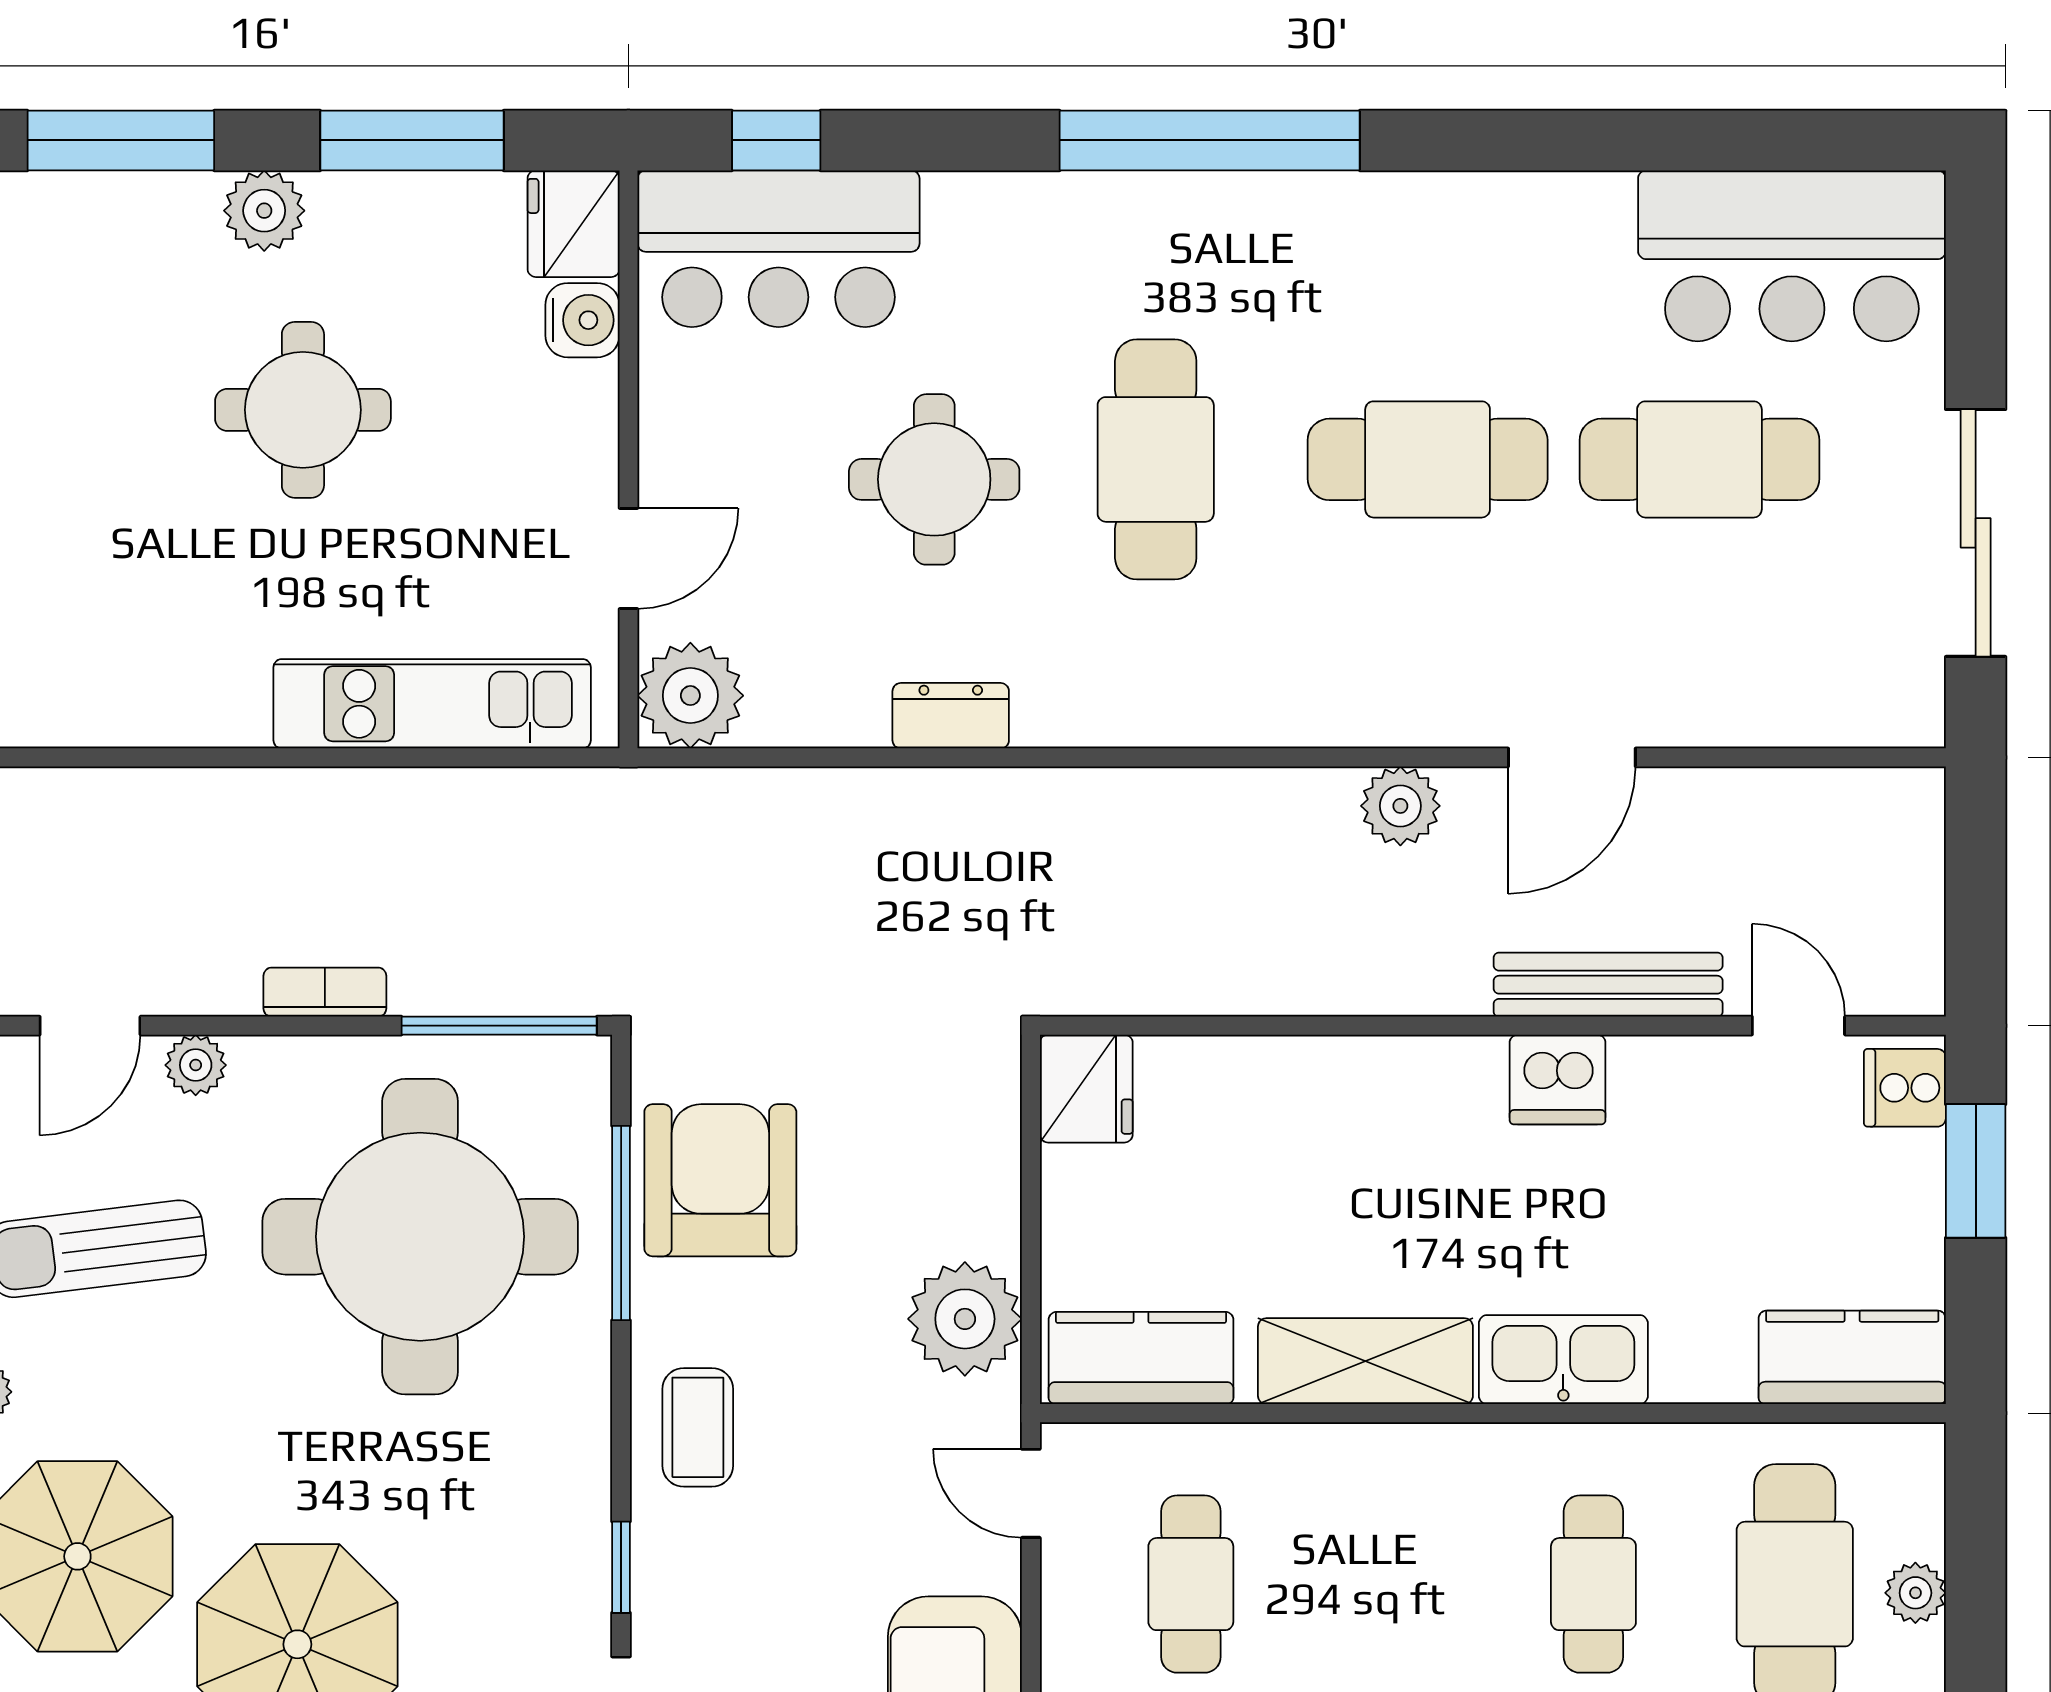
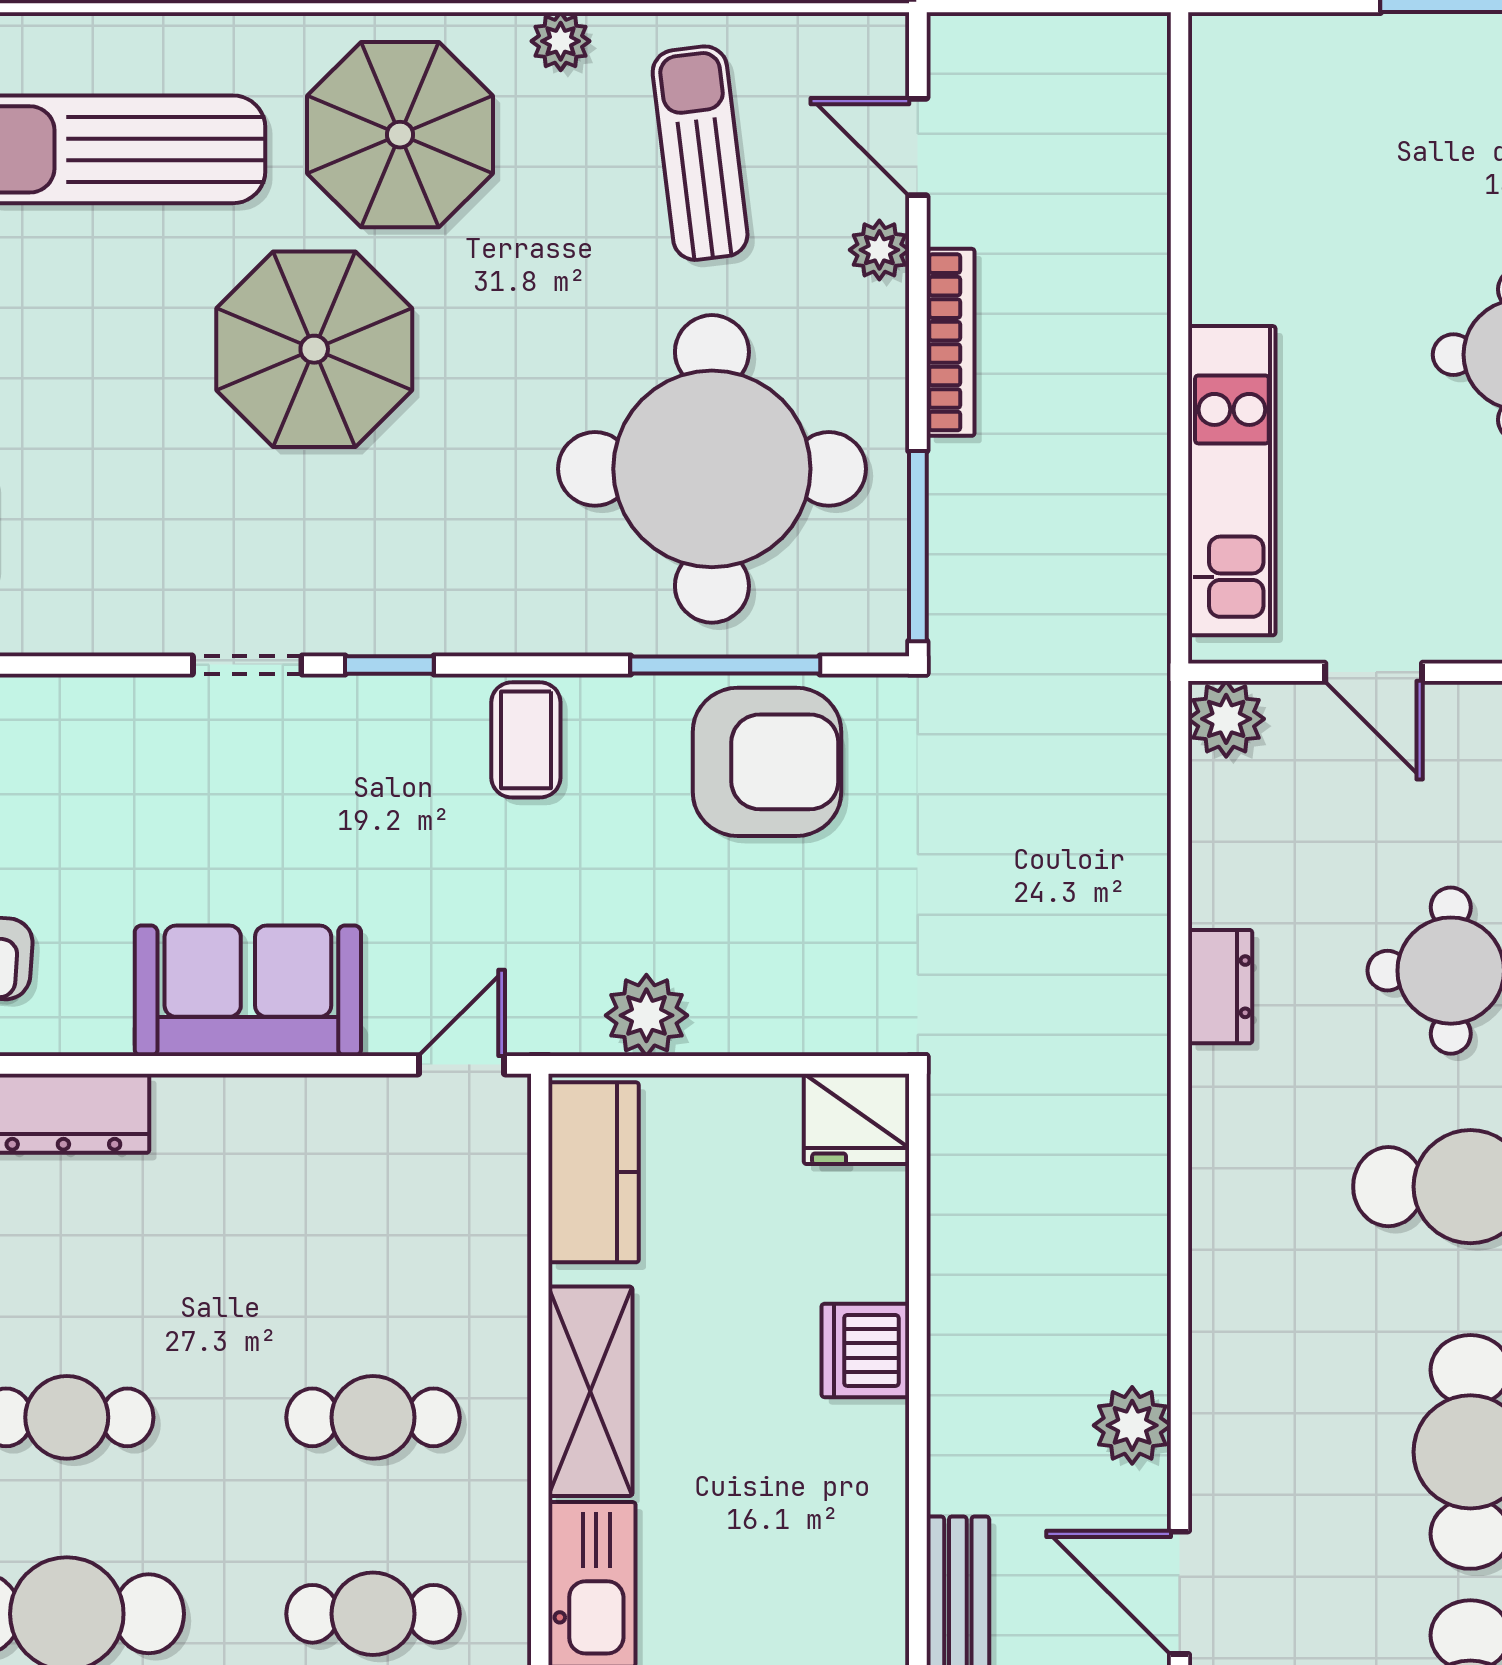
plant: (690, 696) -> (1226, 719), width x0.73, depth x0.73
bookcase: (325, 992) -> (951, 342), width x1.56
dishwasher: (1558, 1079) -> (865, 1350), moved
plant: (965, 1319) -> (646, 1015), width x0.73, depth x0.73
coffee table: (698, 1427) -> (526, 740), turned 90
cafe table: (1191, 1584) -> (373, 1417), moved

